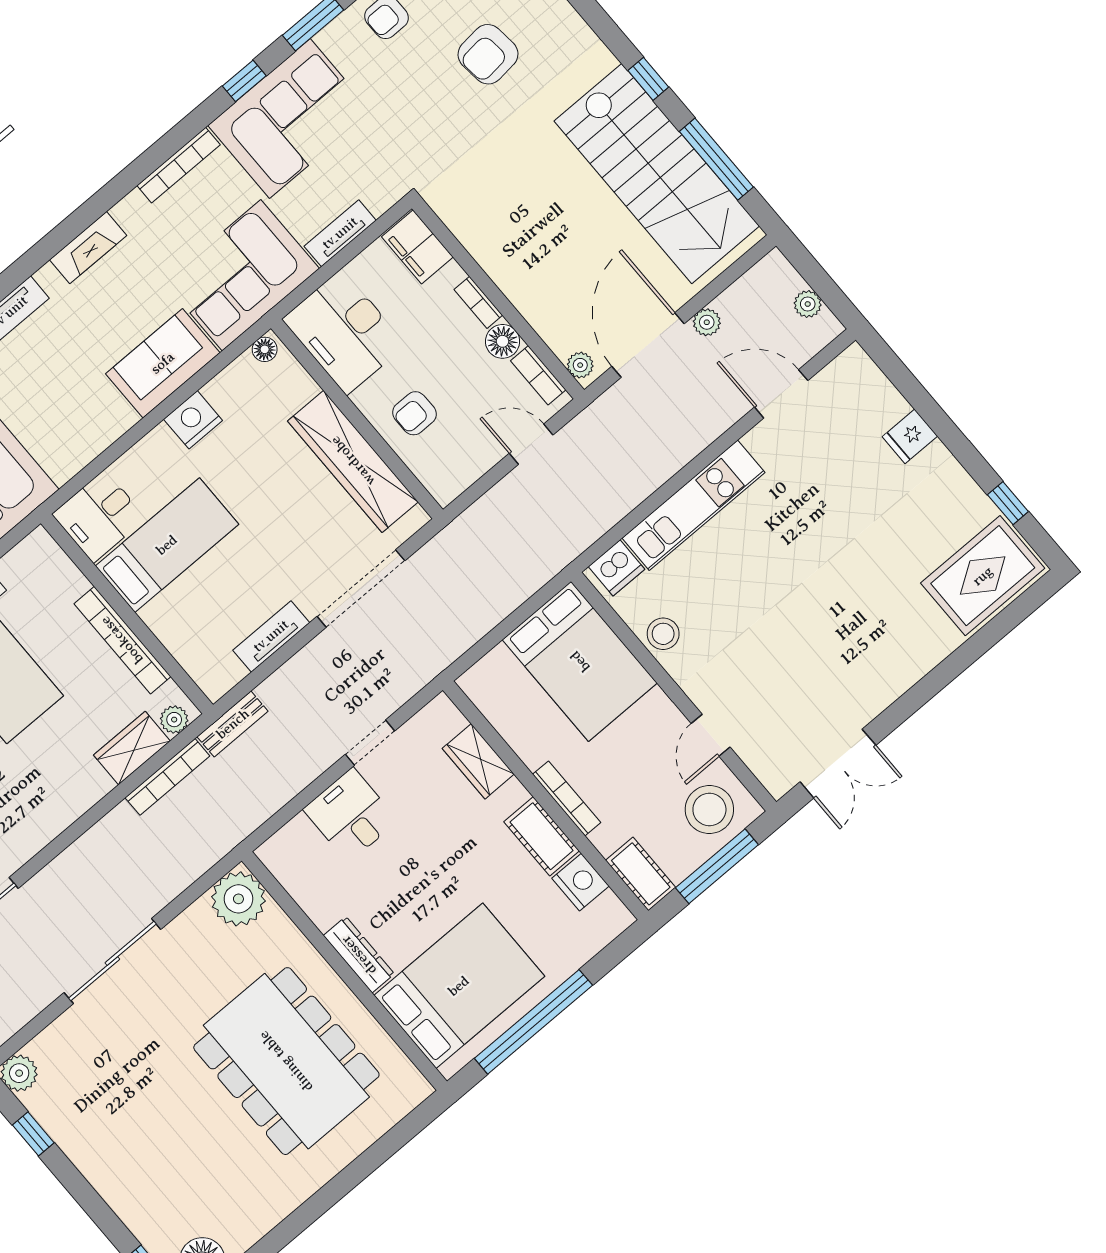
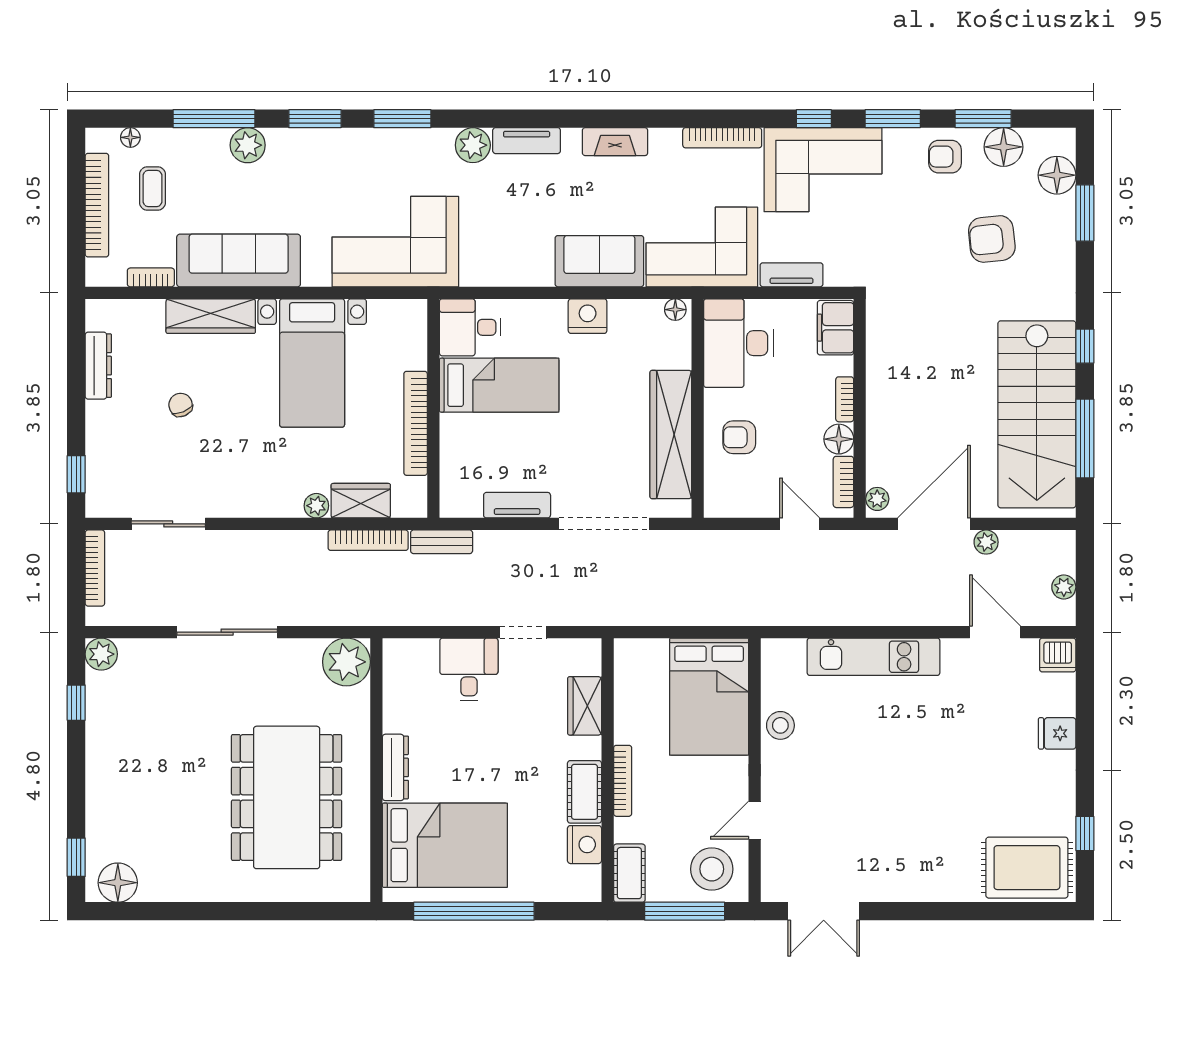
dishwasher: (617, 568) -> (1058, 655), moved
plant: (174, 720) -> (316, 506), moved

